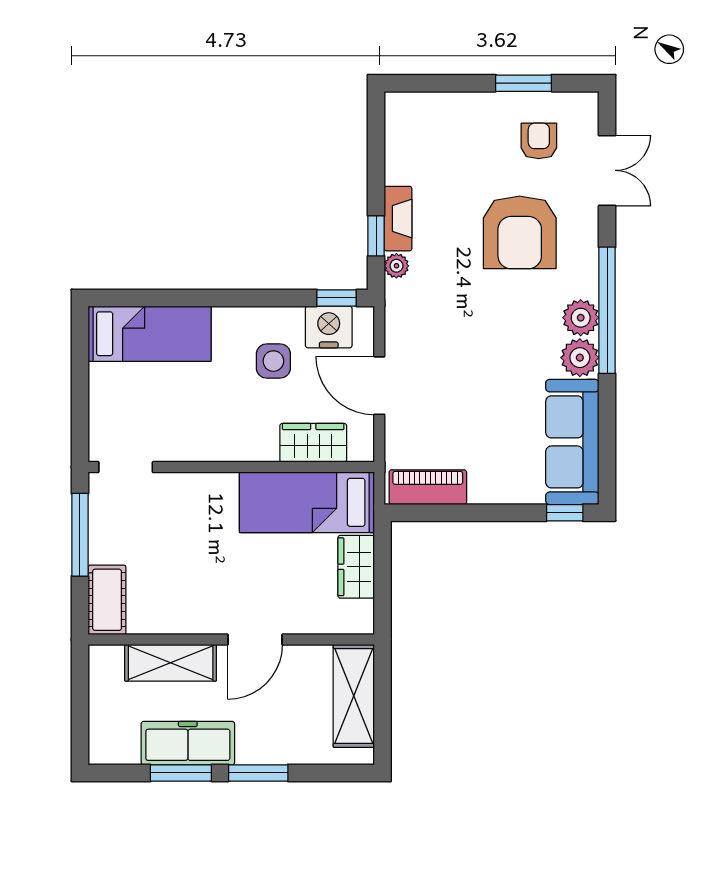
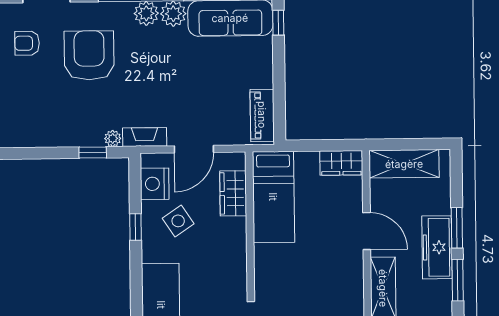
fireplace: (398, 219) -> (145, 137), moved
armchair: (520, 232) -> (89, 55), turned -90
window: (337, 298) -> (136, 227), moved
side table: (273, 361) -> (178, 221), turned -34
wardrobe: (356, 567) -> (341, 163), moved
freezer: (188, 743) -> (437, 247), moved

